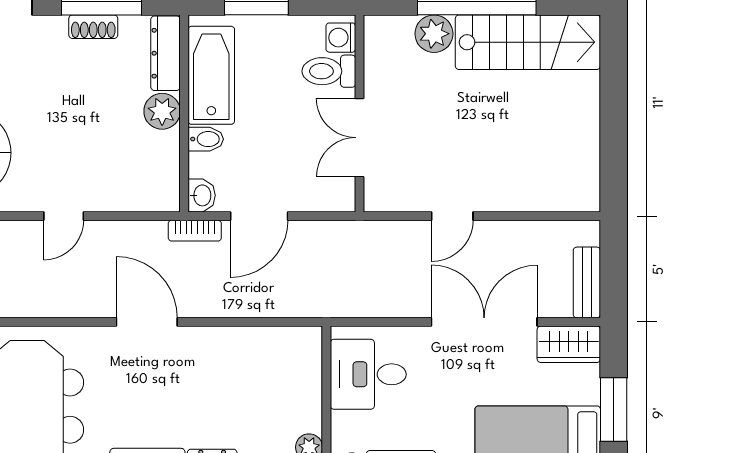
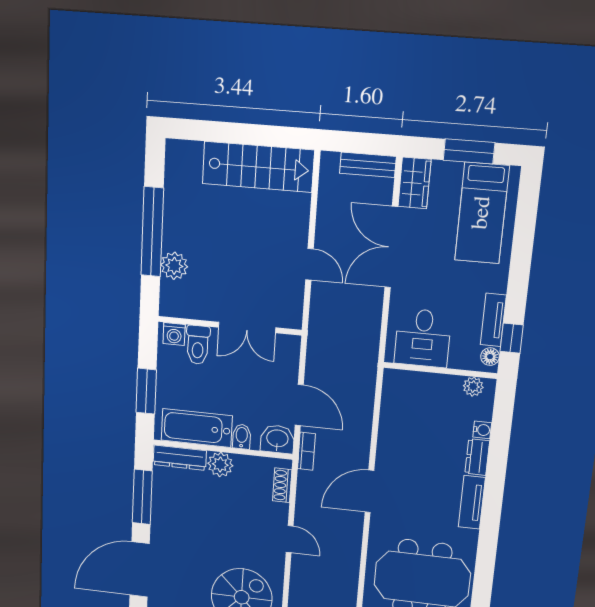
shoe rack: (93, 27) -> (282, 485), moved, turned 180
stairs: (528, 42) -> (258, 167), moved, turned 90
washbasin: (202, 195) -> (277, 439), width x1.38, depth x1.45

